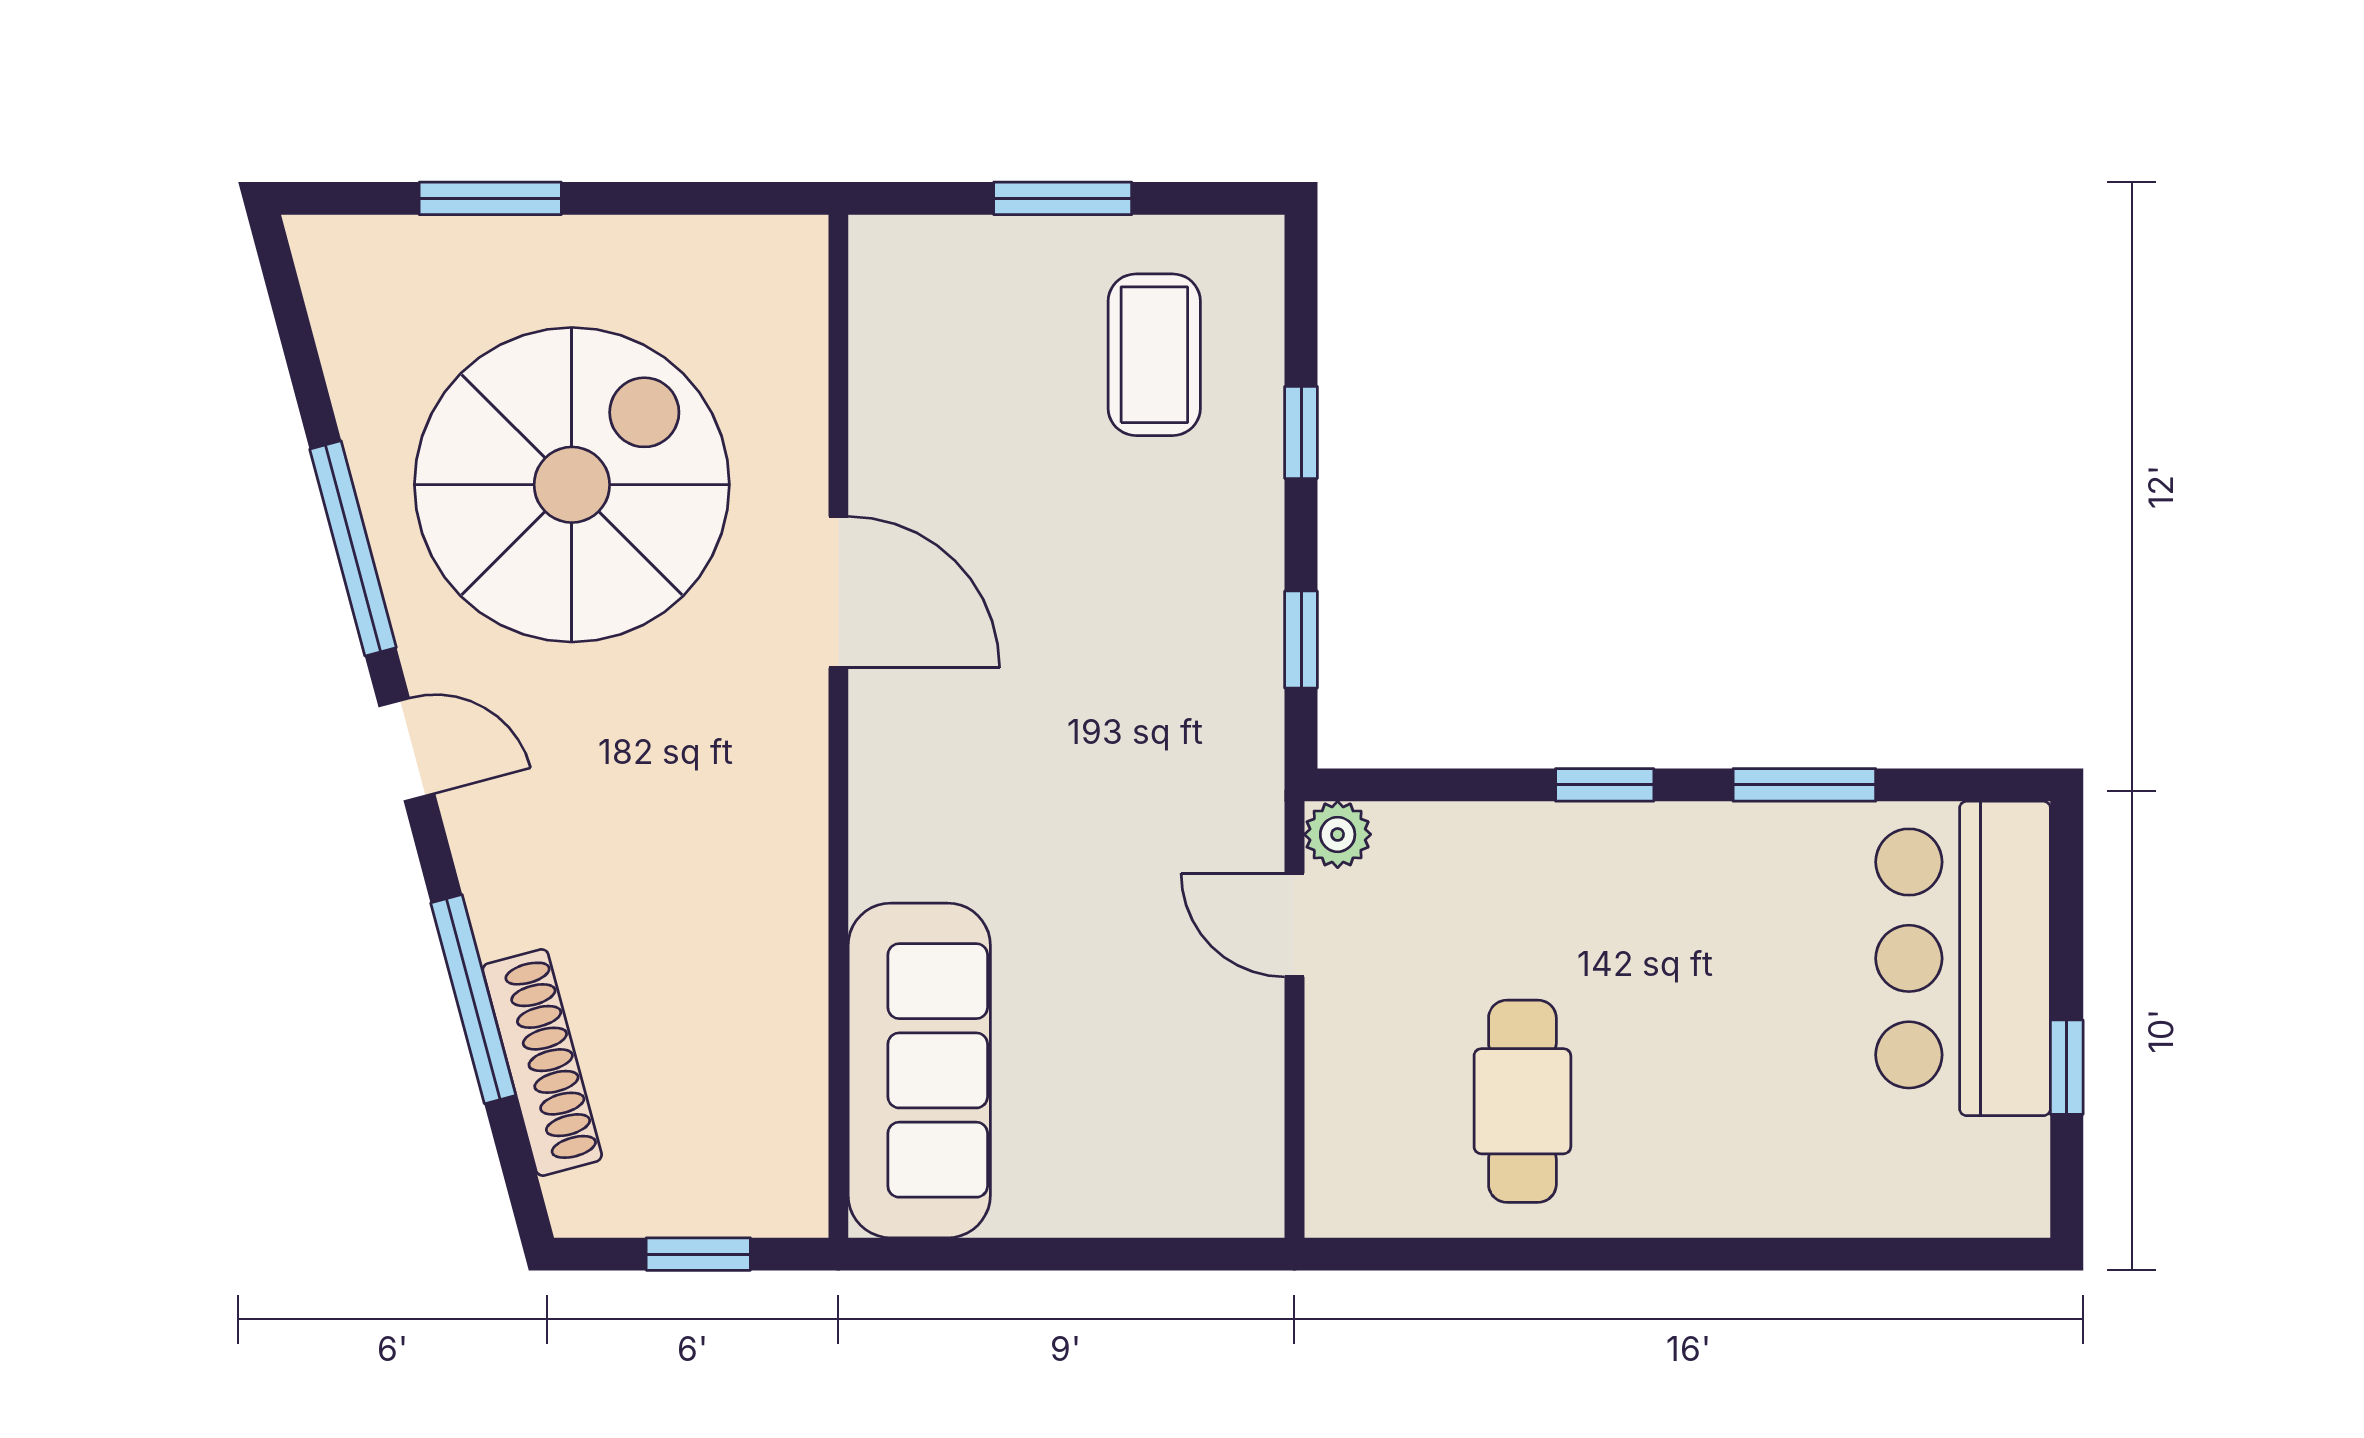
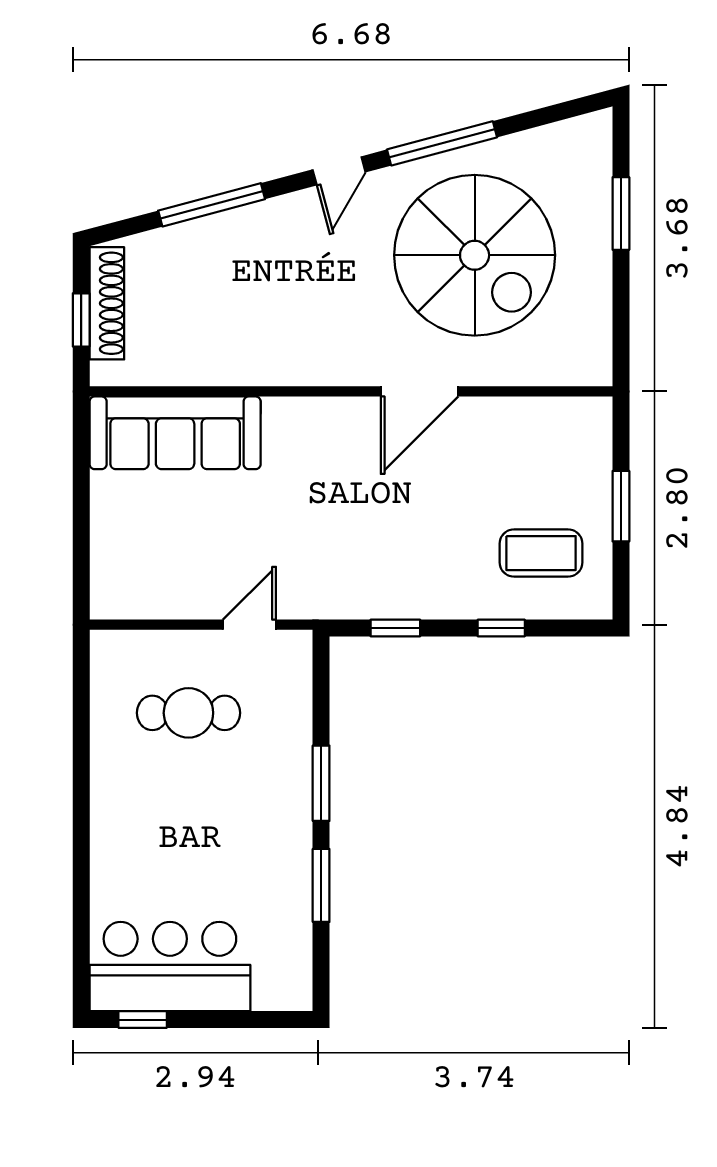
window: (1605, 785) -> (321, 783), width x1.50
plant: (1338, 834) -> (296, 647), removed
bar counter: (1963, 958) -> (170, 967), moved
shoe rack: (542, 1062) -> (107, 303), moved, turned -75
window: (2067, 1067) -> (143, 1020), moved
cafe table: (1522, 1101) -> (188, 713), moved

